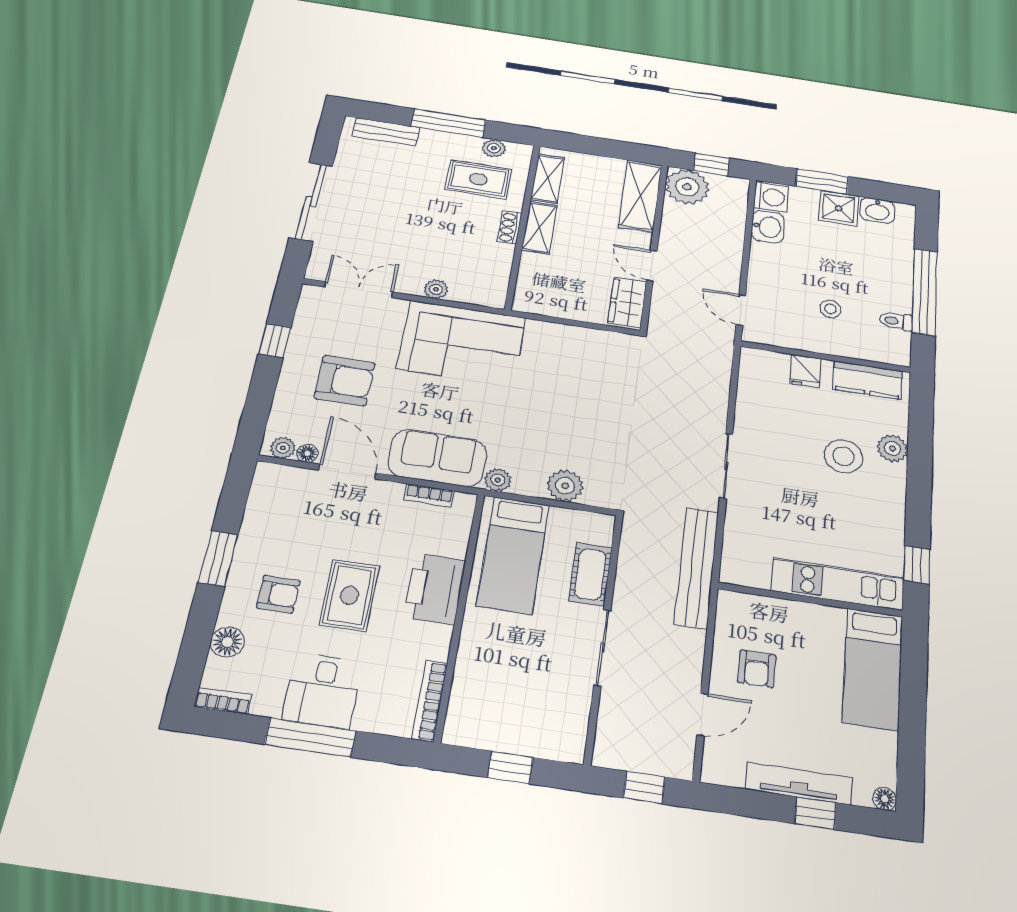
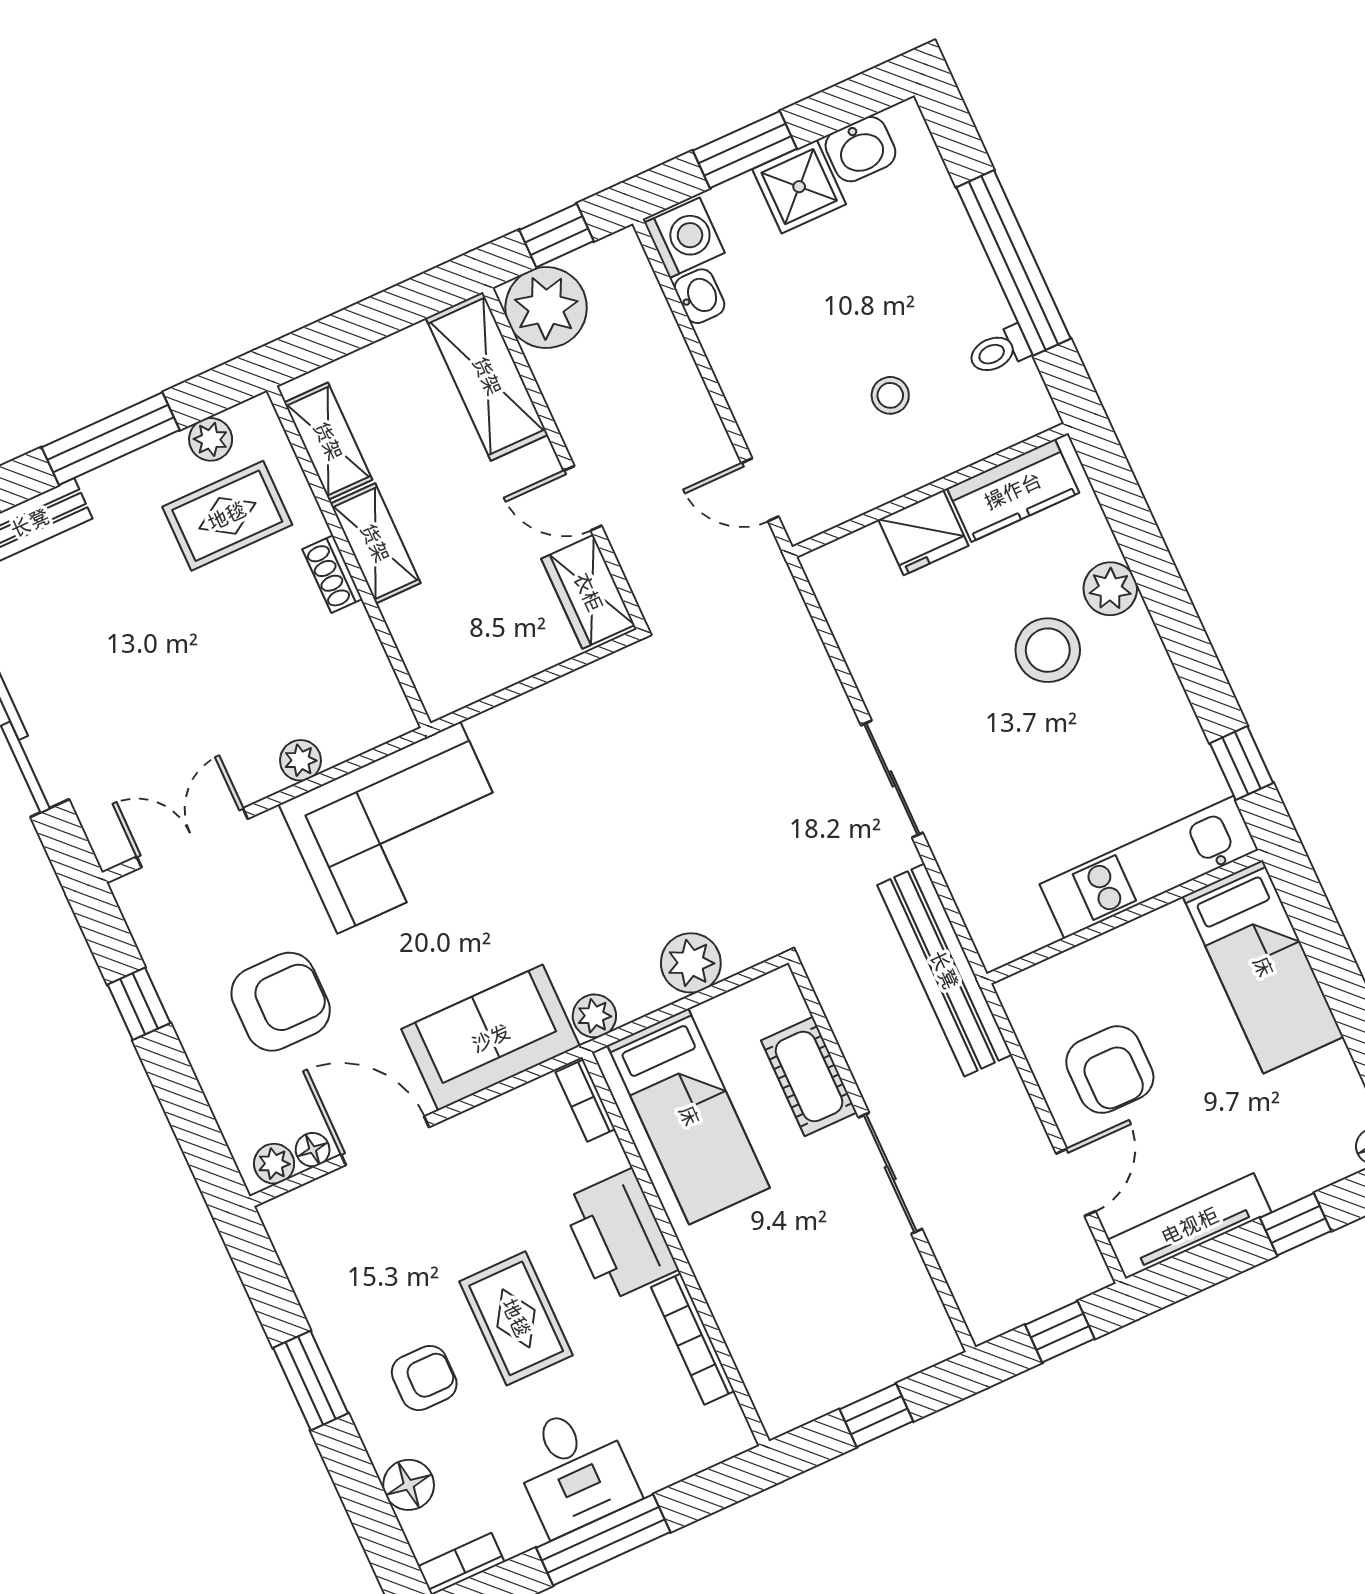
washbasin: (768, 227) -> (700, 296), width x0.72, depth x0.69
fridge: (805, 371) -> (923, 533), width x1.38
bookcase: (429, 495) -> (585, 1101), moved, turned 90
armchair: (757, 669) -> (1110, 1070), width x1.38, depth x1.38
bookcase: (430, 701) -> (693, 1339), moved
tv unit: (799, 783) -> (1190, 1226), moved

